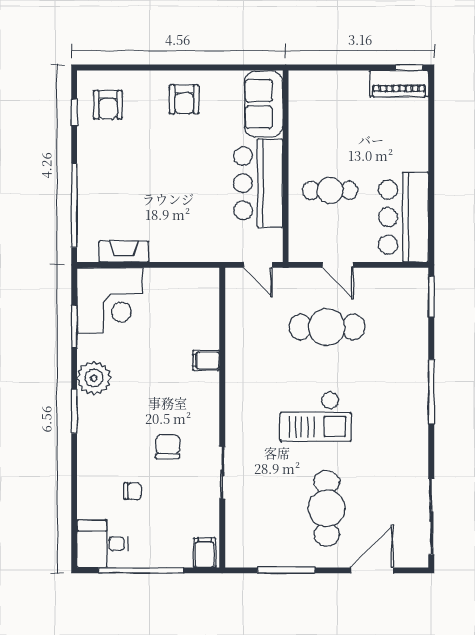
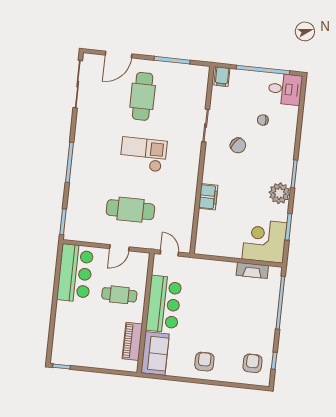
piano: (399, 83) -> (132, 341), moved, turned -90
door: (338, 265) -> (119, 248), swing flipped
filing cabinet: (206, 360) -> (208, 197), width x2.00
chair: (168, 447) -> (238, 145), turned -52

